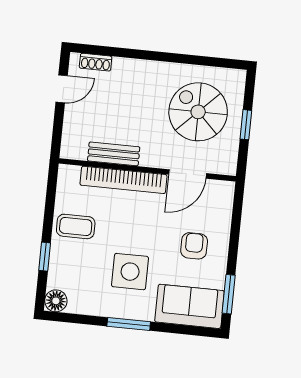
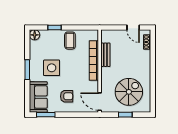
door: (188, 174) -> (100, 102), moved

